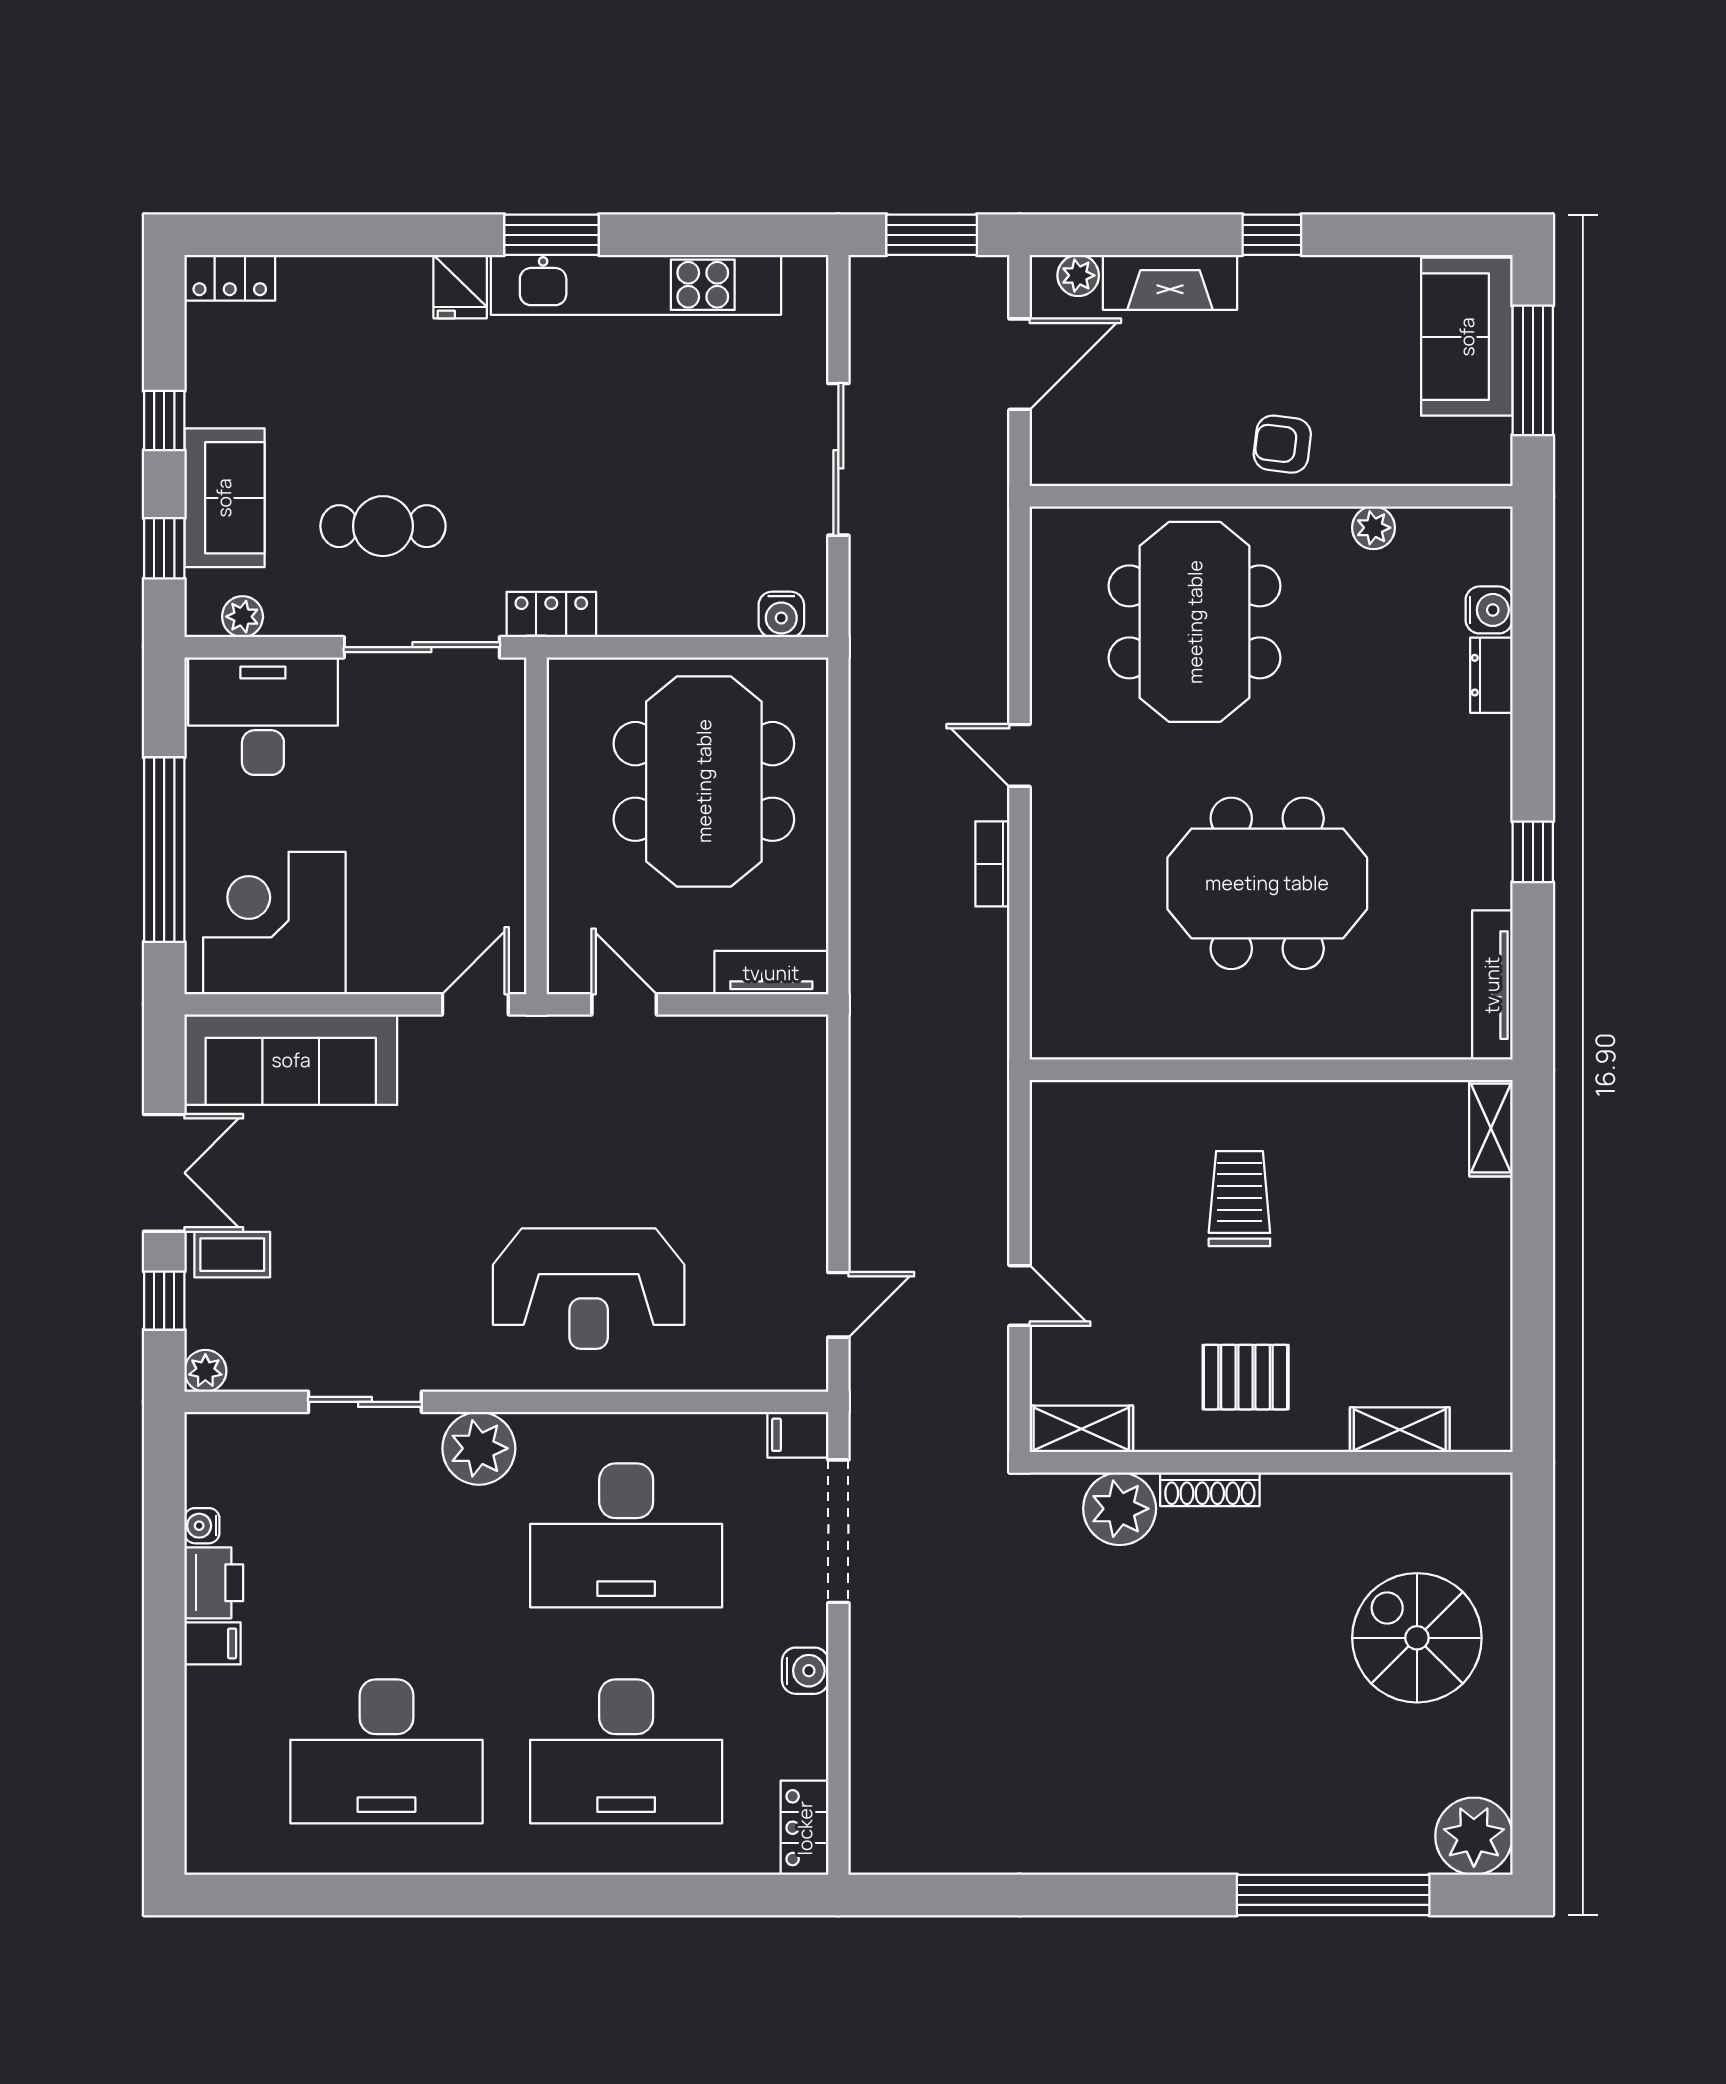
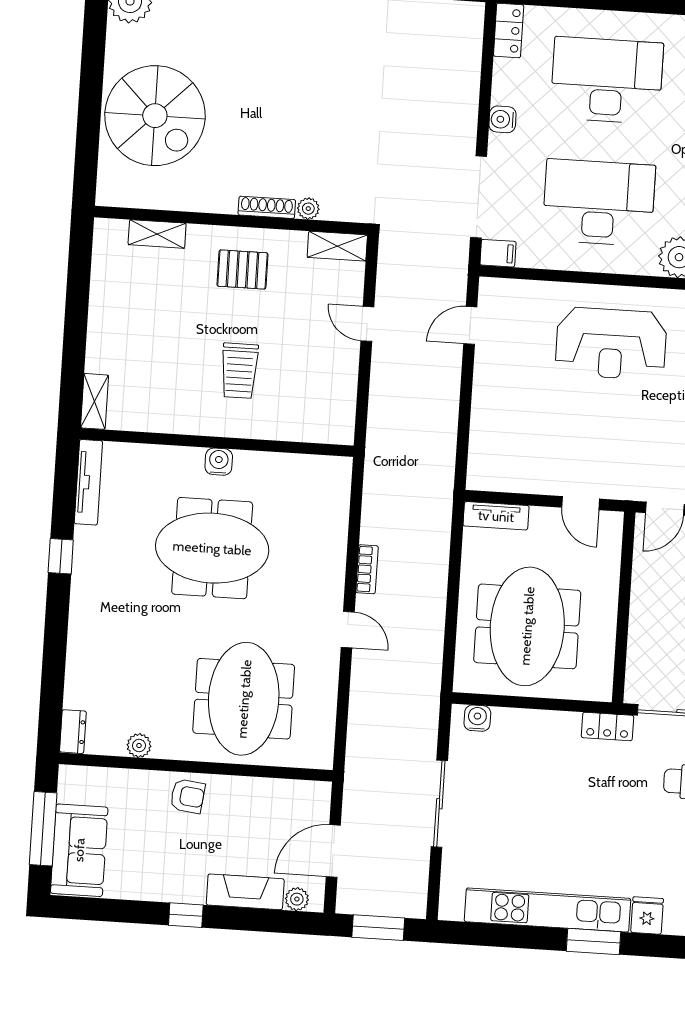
water cooler: (1489, 610) -> (219, 462), moved, turned 90
dresser: (1491, 675) -> (73, 732), moved
reception desk: (589, 1289) -> (611, 344), turned 180
plant: (1120, 1509) -> (308, 209), width x0.53, depth x0.53
spiral stairs: (1417, 1638) -> (155, 116), width x1.37, depth x1.37

